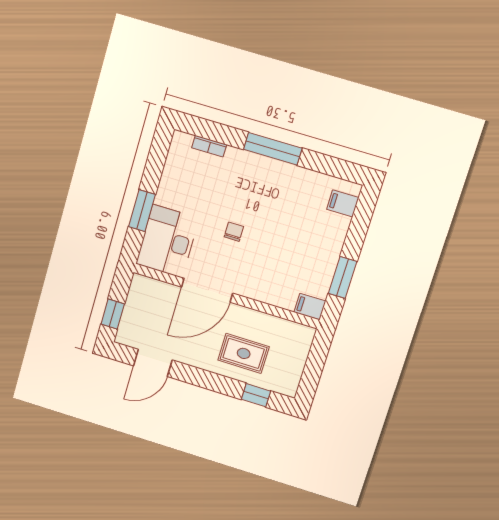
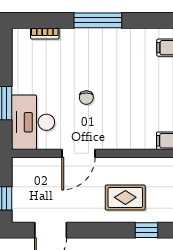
chair: (234, 232) -> (86, 98), turned 180
door: (207, 290) -> (78, 153), width x0.73

